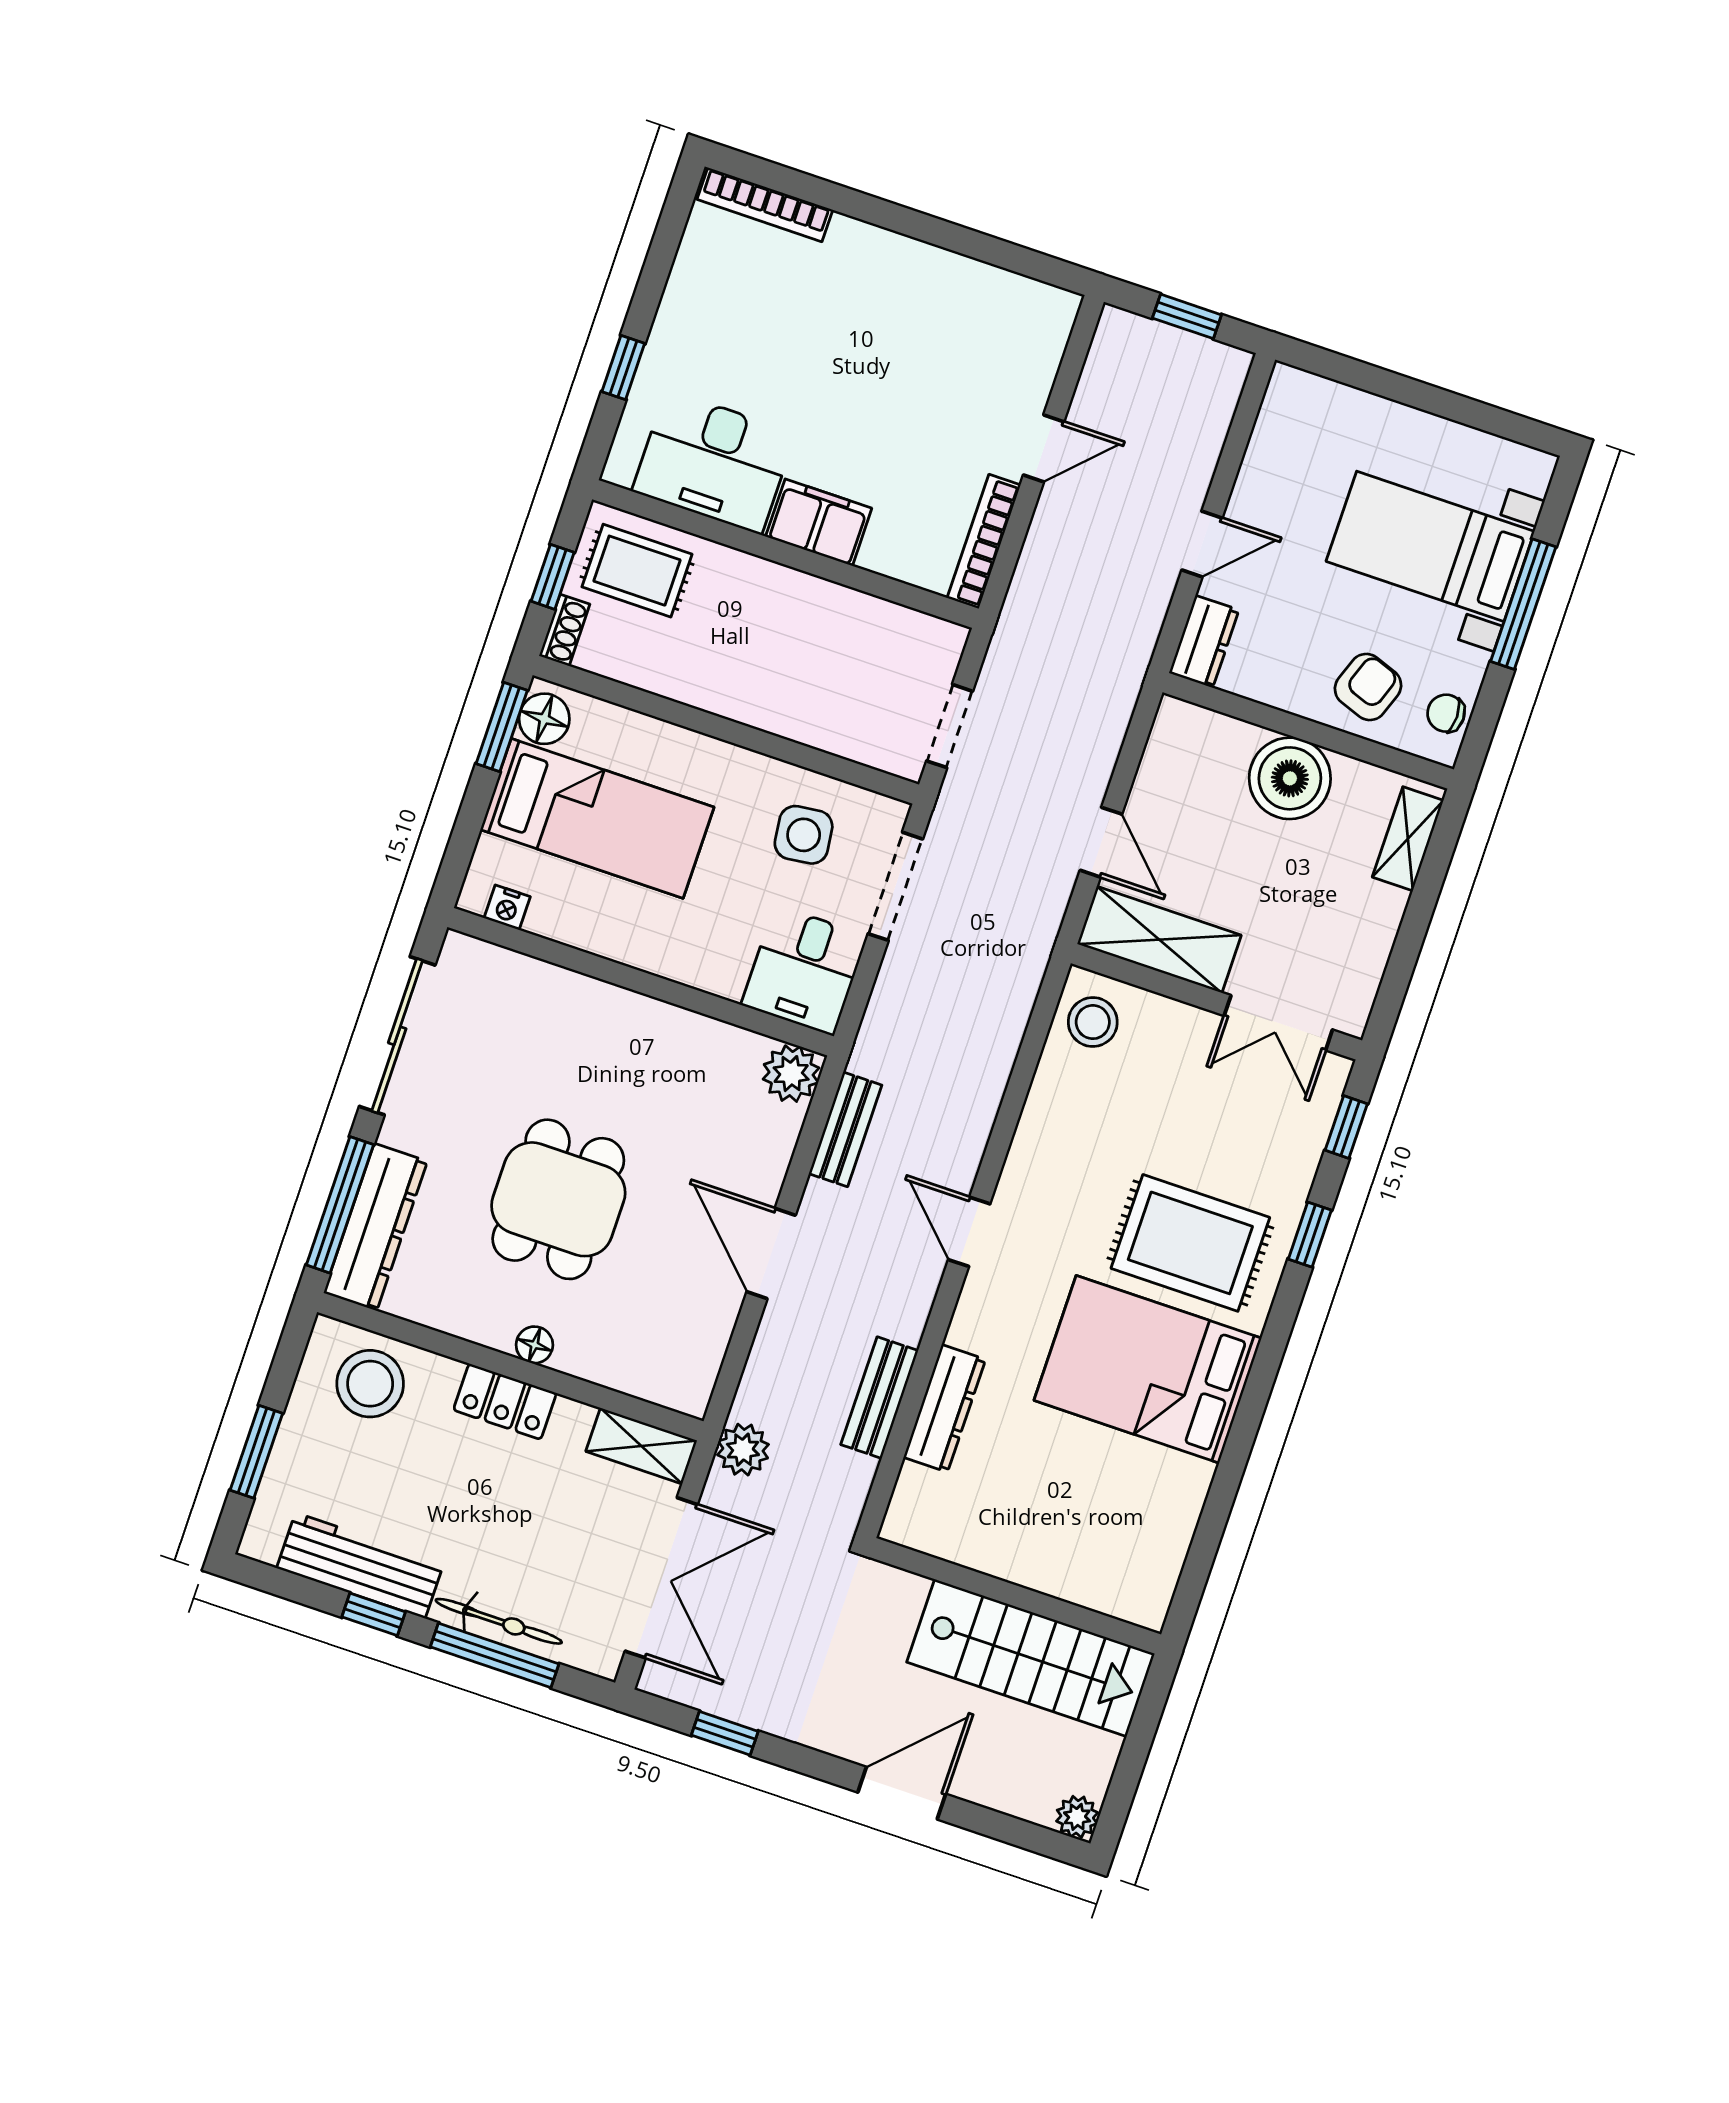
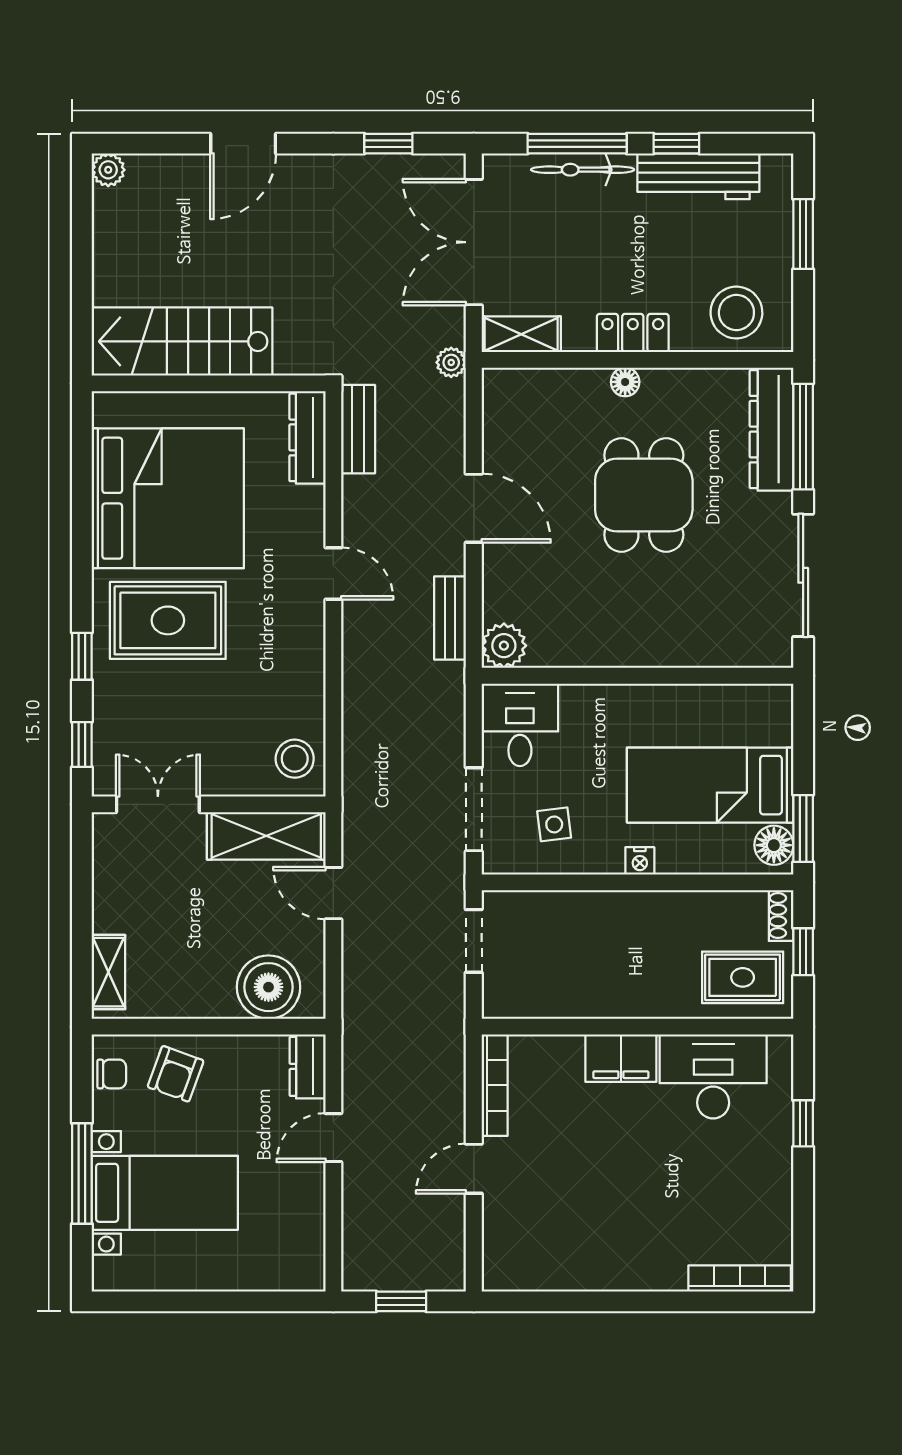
boiler: (1290, 778) -> (268, 987), moved
side table: (804, 835) -> (554, 824), width x0.73, depth x0.73
nightstand: (507, 907) -> (640, 861), moved, turned 180
bed: (1148, 1369) -> (168, 498), width x1.36
plant: (743, 1450) -> (451, 362), width x0.73, depth x0.73
wall: (1015, 1596) -> (209, 383), moved
stairs: (1031, 1658) -> (182, 341), moved

